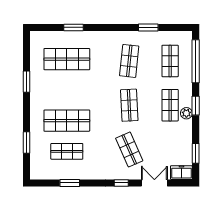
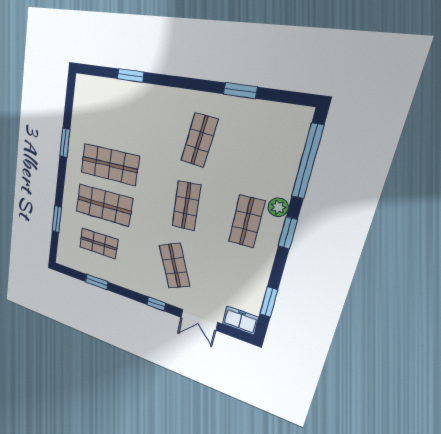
shop shelf: (67, 59) -> (109, 164), moved
shop shelf: (170, 61) -> (263, 152), removed
plant: (186, 113) -> (278, 207), moved
double door: (154, 183) -> (199, 320), swing flipped

